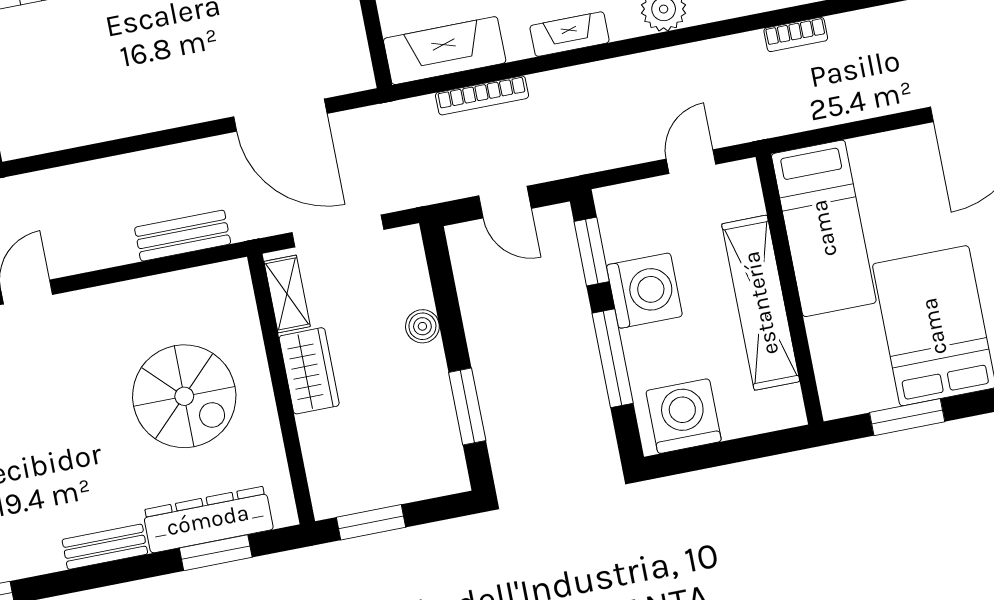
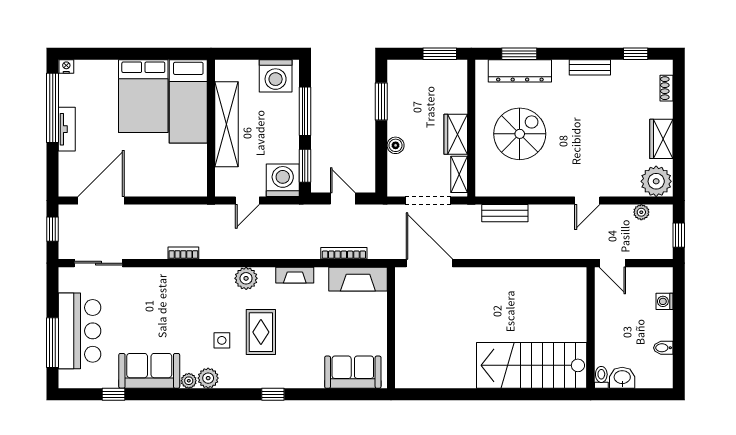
door: (280, 115) -> (429, 263), moved
bed: (824, 228) -> (188, 101), moved, turned 180
washing machine: (644, 291) -> (283, 180), moved, turned 90
spiral stairs: (184, 396) -> (520, 134), turned 90
window: (907, 417) -> (165, 54), removed
bench: (105, 547) -> (590, 67), moved

